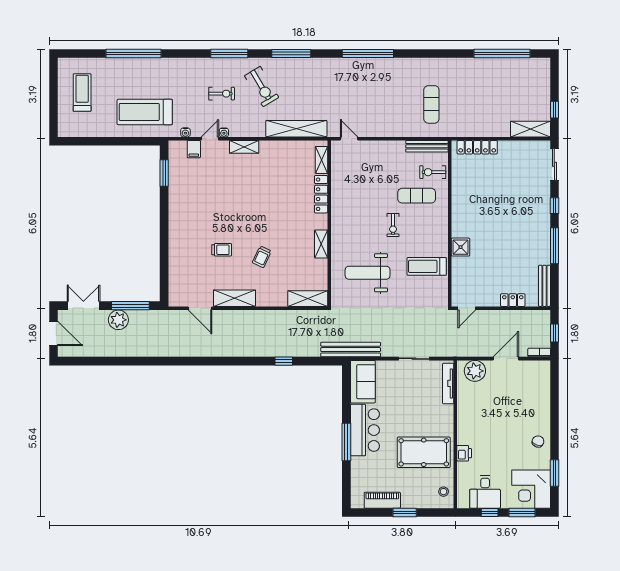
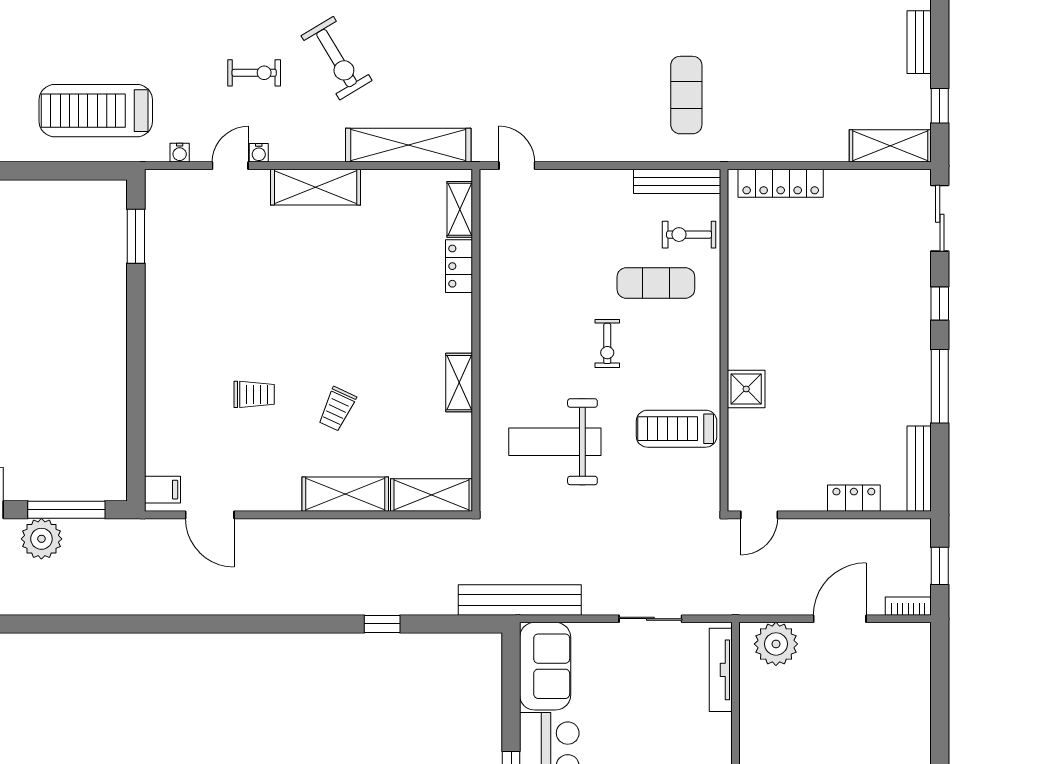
bench: (544, 79) -> (919, 42), added
shelving: (244, 147) -> (316, 187), width x1.50, depth x1.33
filing cabinet: (194, 149) -> (162, 490), moved, turned -90
locker: (321, 194) -> (459, 266), width x0.66
shelving: (235, 298) -> (345, 494), moved

